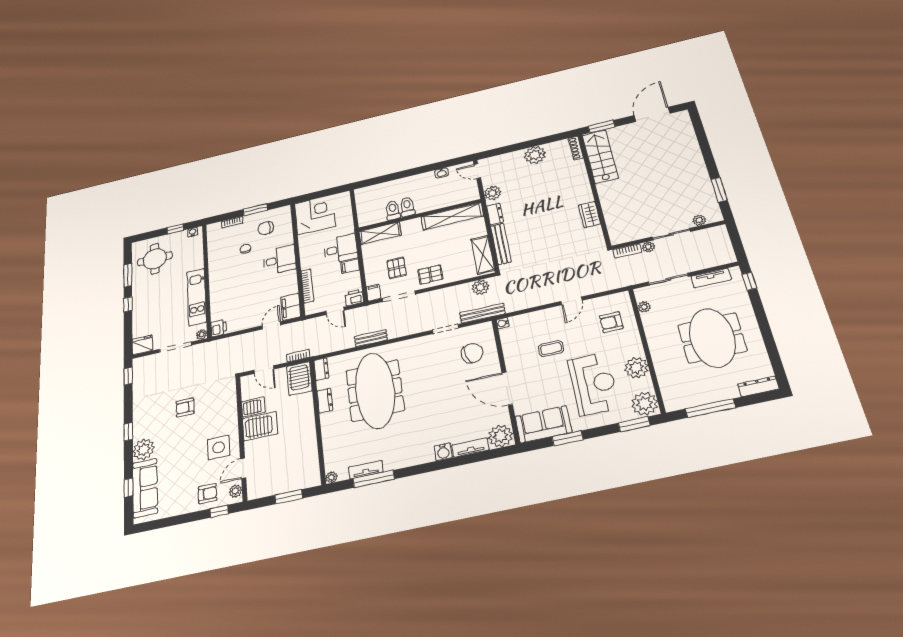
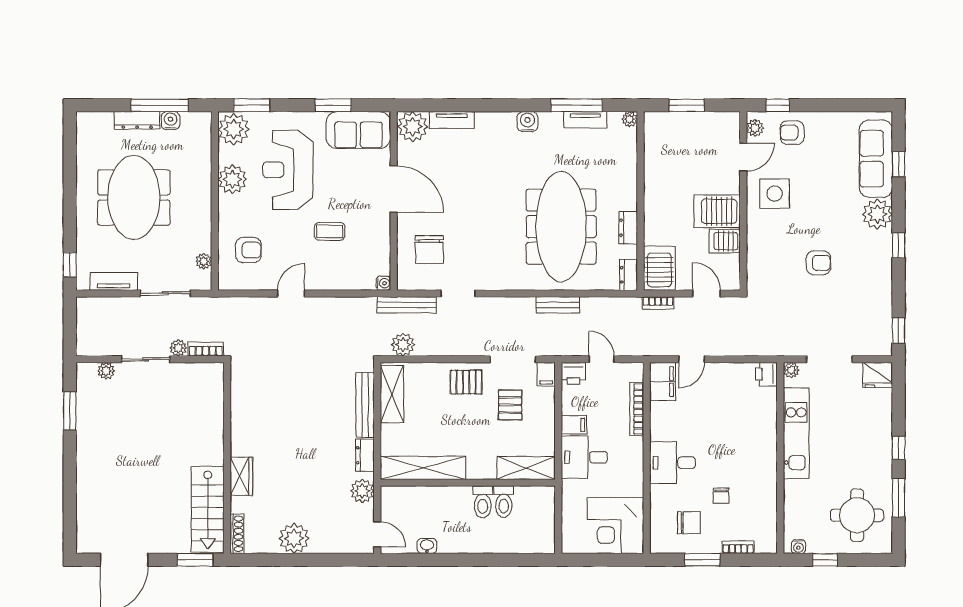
wardrobe: (589, 214) -> (241, 476), moved
chair: (472, 353) -> (429, 249), turned -76
dresser: (758, 386) -> (137, 120), moved
water cooler: (698, 399) -> (171, 121), added
water cooler: (443, 452) -> (527, 122), moved

